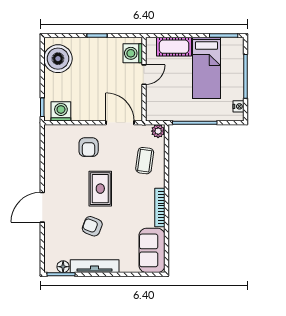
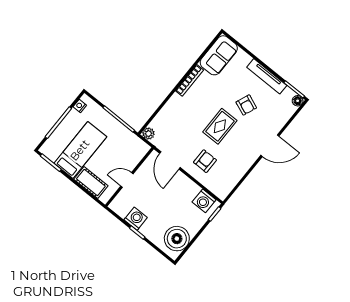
washing machine: (133, 53) -> (136, 219), moved, turned -90
coffee table: (145, 161) -> (174, 121), removed
floor lamp: (63, 267) -> (298, 101), moved

